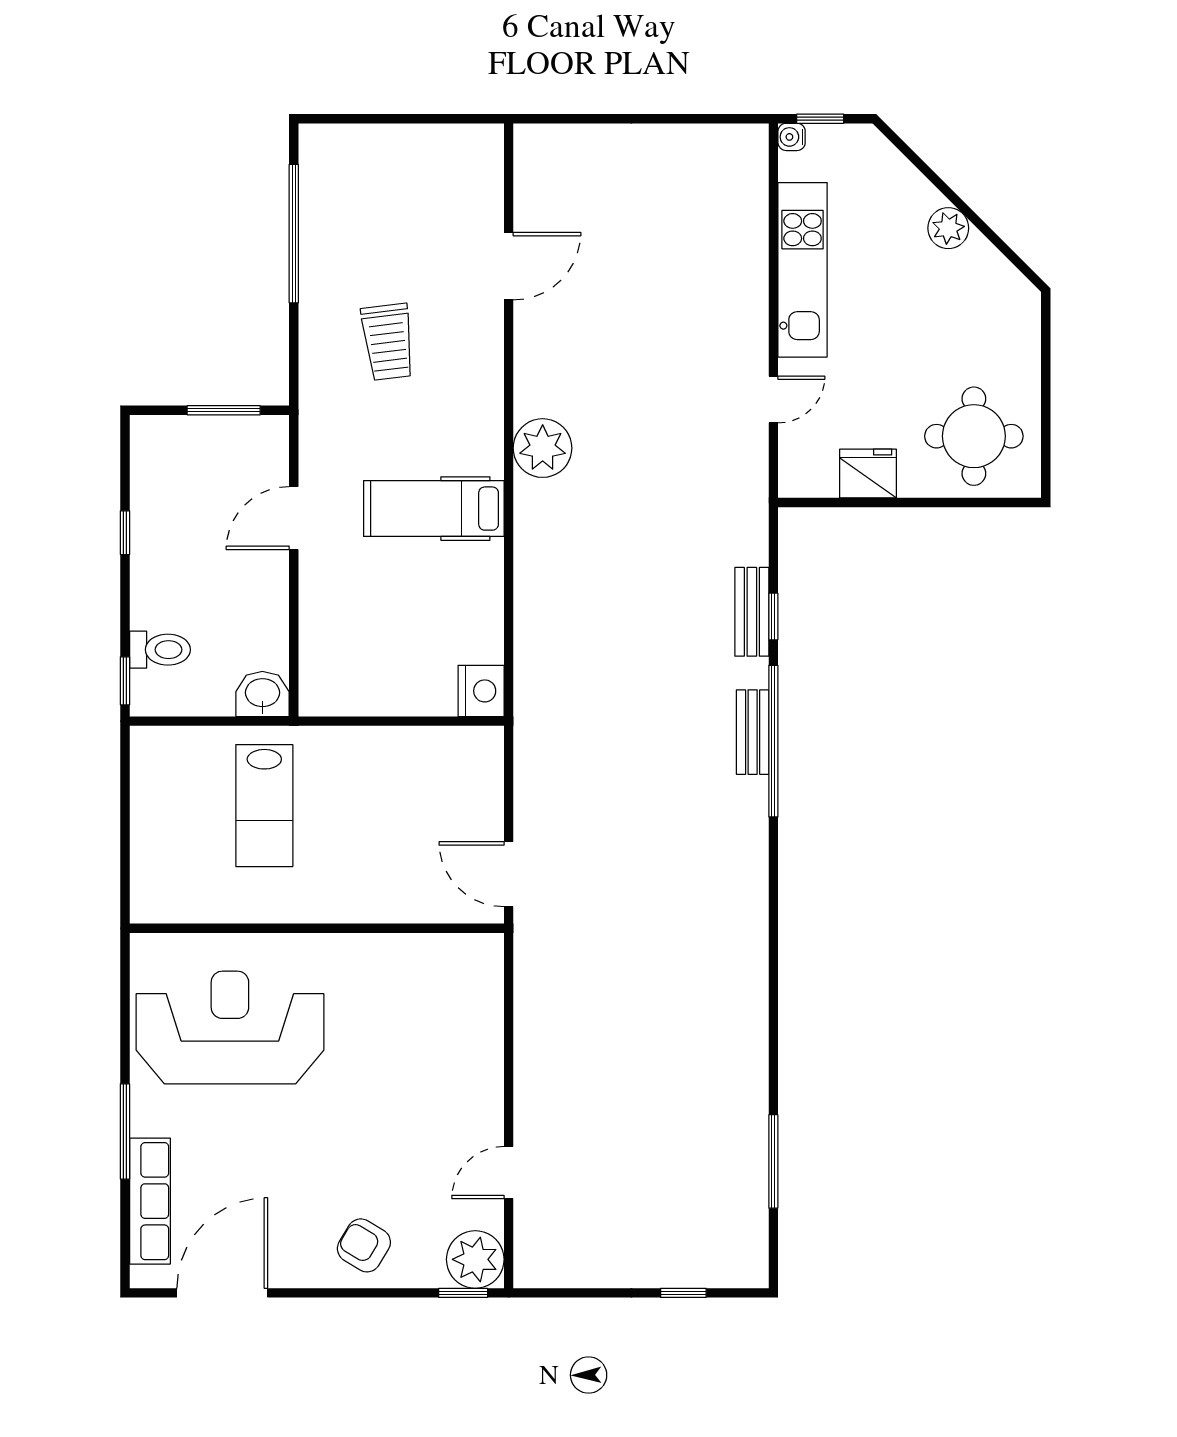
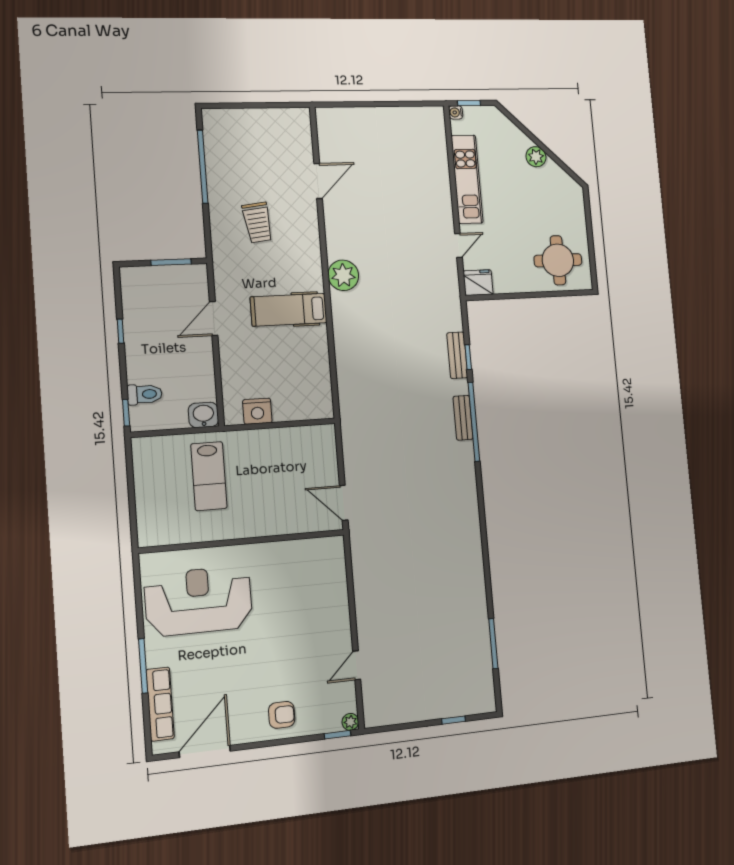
fridge: (868, 473) -> (478, 283), moved
nightstand: (481, 691) -> (257, 411), moved, turned 90
armchair: (364, 1245) -> (282, 715), turned 149
plant: (475, 1259) -> (350, 722), width x0.53, depth x0.53

